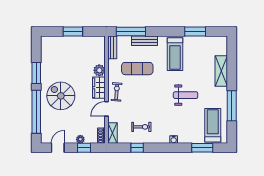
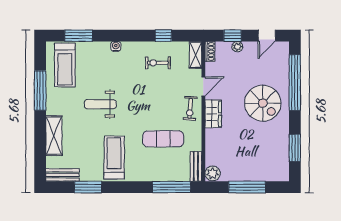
window: (73, 32) -> (247, 187), width x1.44
bench: (145, 41) -> (63, 175), moved
plant: (99, 70) -> (213, 173), moved
window: (36, 73) -> (295, 148), moved

